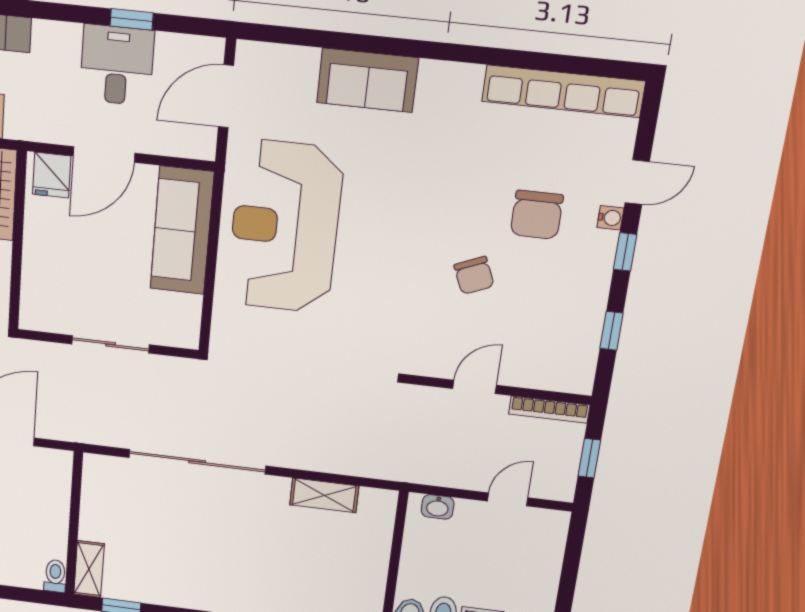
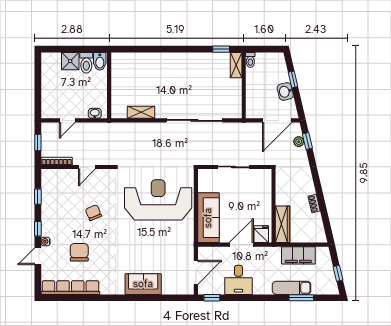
window: (132, 19) -> (212, 298), moved
chair: (537, 215) -> (79, 252), moved
reception desk: (285, 227) -> (158, 200), moved, turned -90

